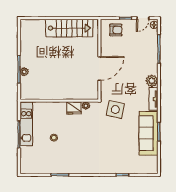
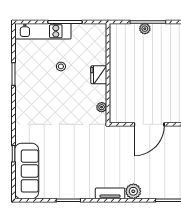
door: (99, 68) -> (149, 124), hinge flipped
fridge: (74, 108) -> (99, 75), moved
side table: (115, 109) -> (97, 145), removed
kitchen unit: (26, 124) -> (43, 31), moved
sofa: (149, 133) -> (27, 171), moved, turned 90

